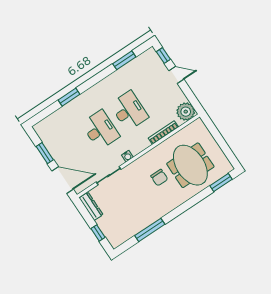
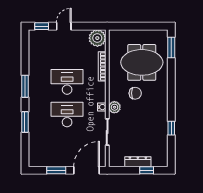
window: (124, 60) -> (25, 86), moved
plant: (135, 168) -> (114, 107), added
dresser: (91, 206) -> (138, 162), moved
window: (150, 230) -> (171, 128), width x0.46

